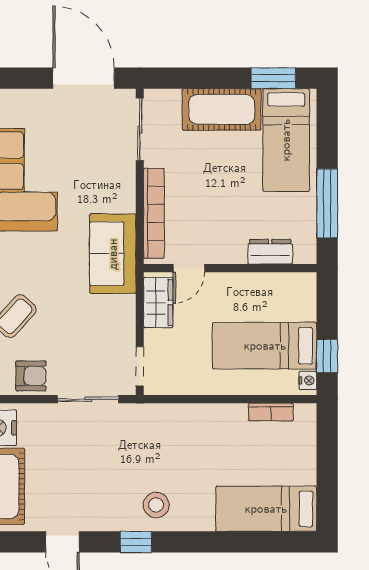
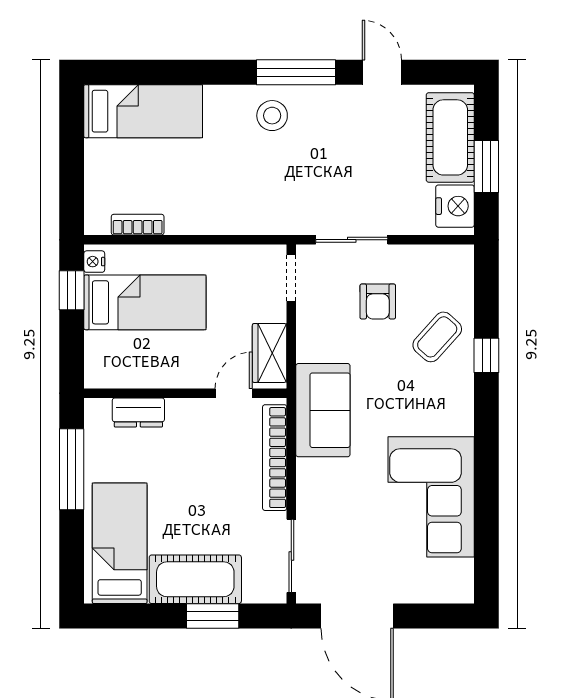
window: (273, 78) -> (213, 616), moved
armchair: (31, 376) -> (378, 301), moved, turned -90
window: (136, 542) -> (296, 72), width x2.17

